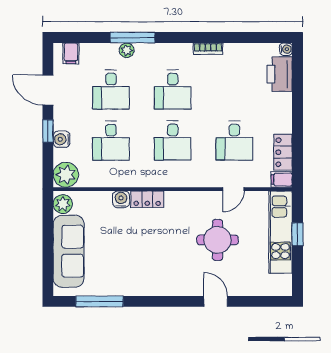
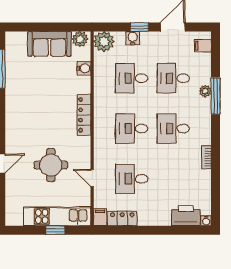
water cooler: (121, 199) -> (84, 68), moved
locker: (147, 199) -> (84, 115), width x1.53
sofa: (69, 251) -> (49, 44), width x0.73

